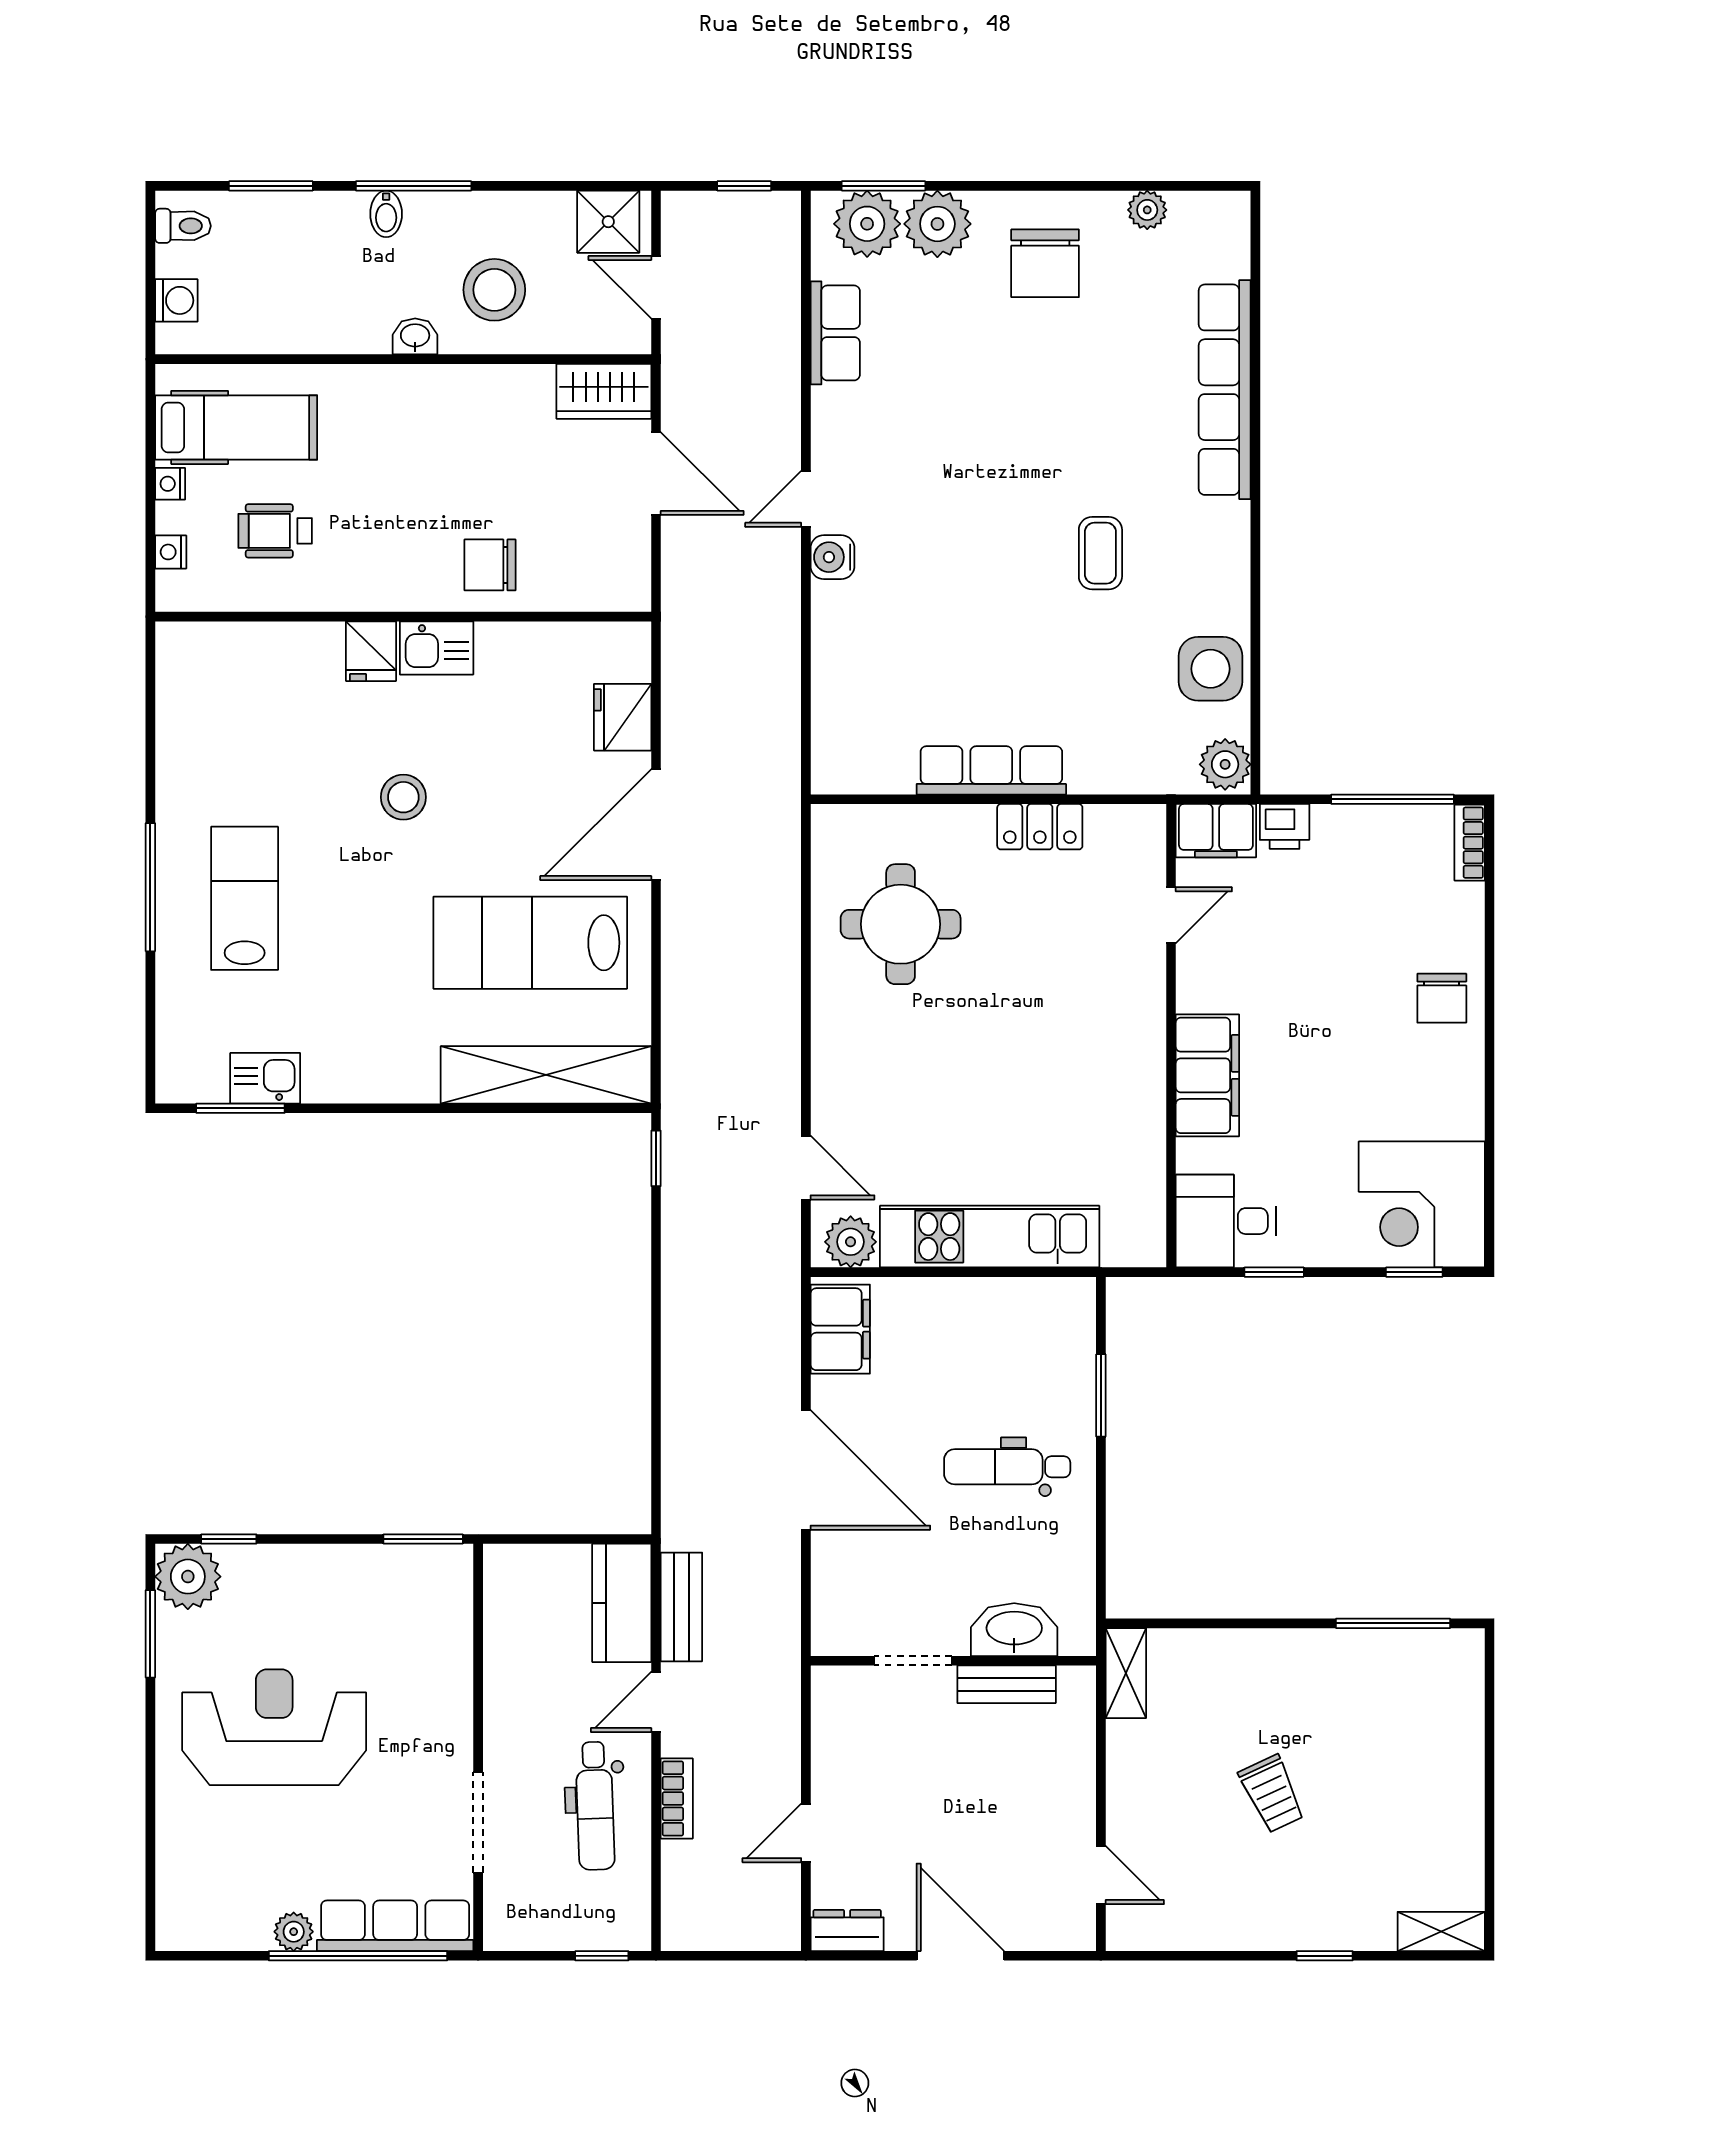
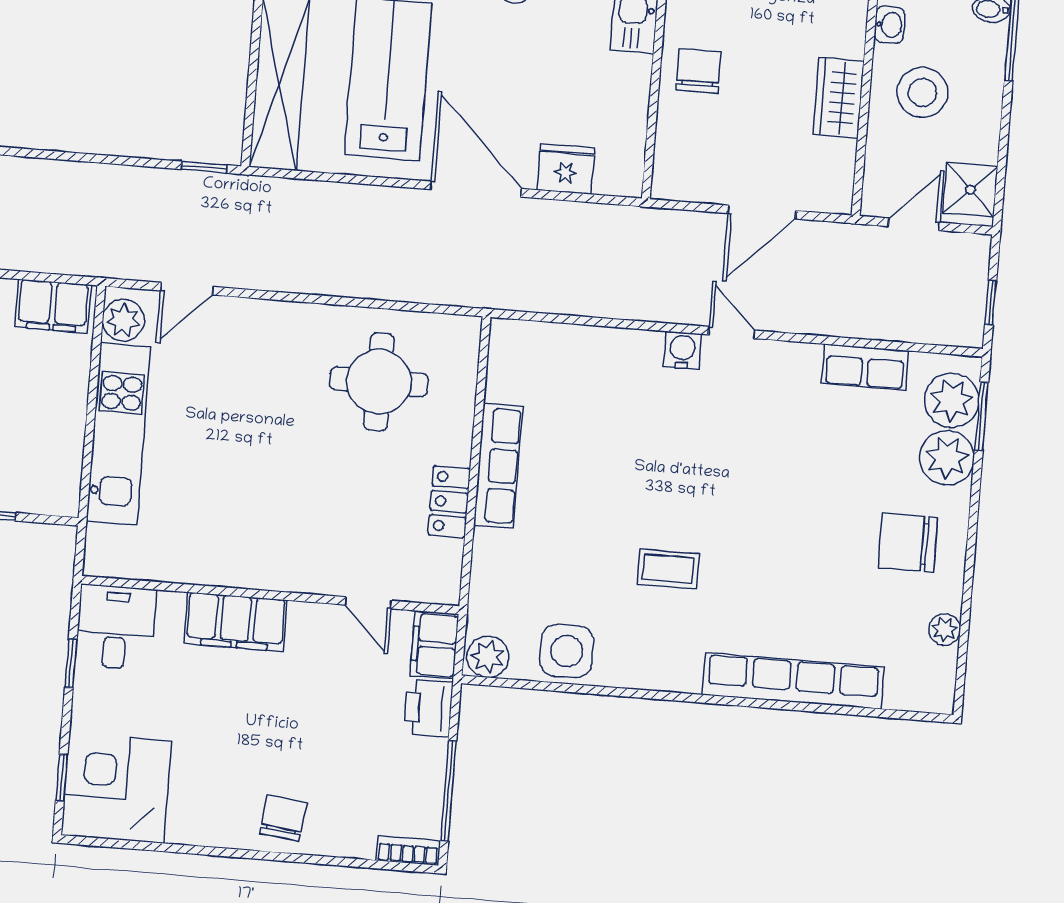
wardrobe: (604, 391) -> (839, 98), moved
printer: (1285, 826) -> (428, 708), width x1.36, depth x1.24
chair: (1442, 998) -> (283, 818), turned 97

